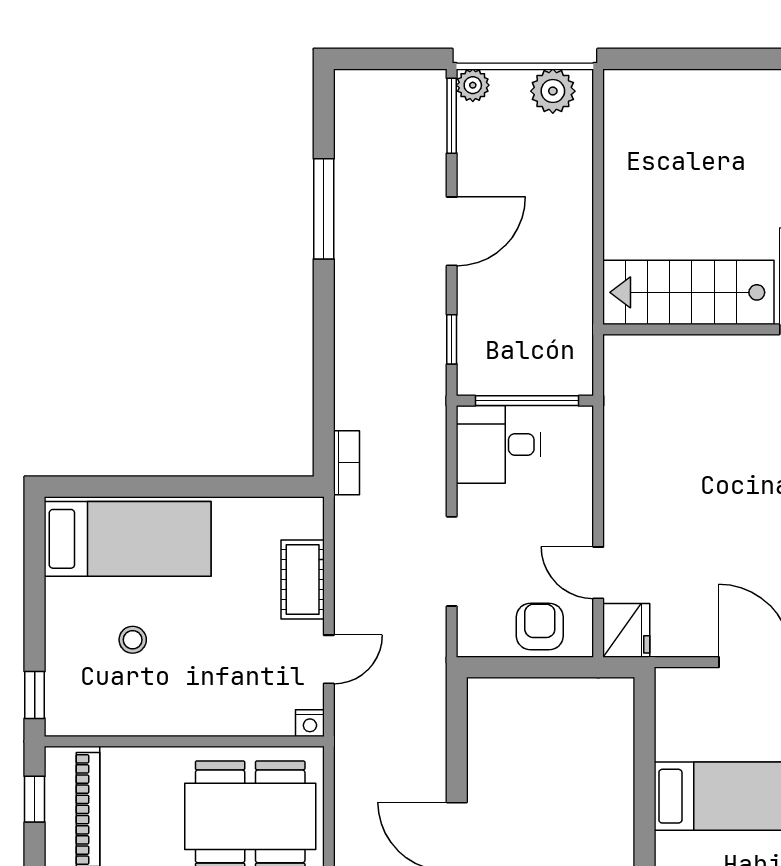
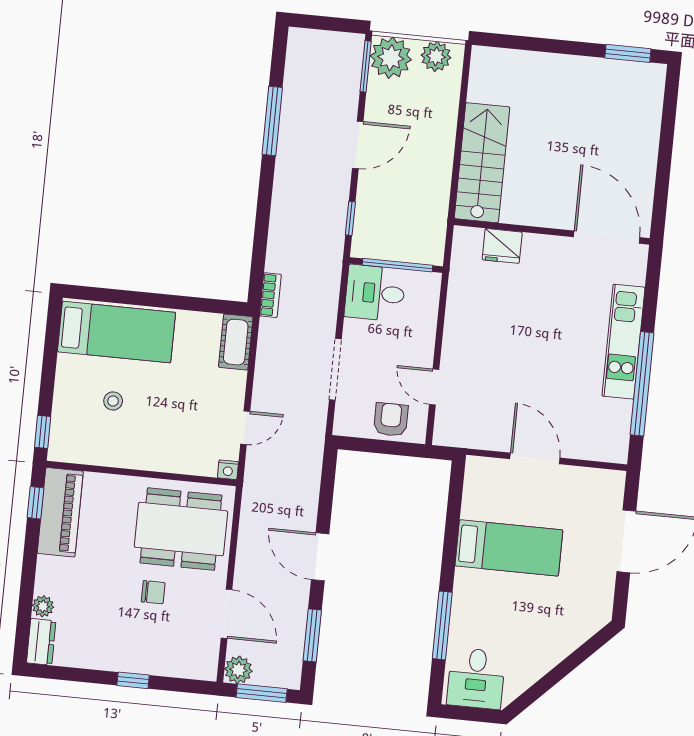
plant: (473, 85) -> (391, 58), width x1.88, depth x1.88
stairs: (688, 292) -> (482, 163), moved, turned 90
cot: (303, 579) -> (236, 342), moved
fridge: (626, 630) -> (502, 246), moved, turned 90

